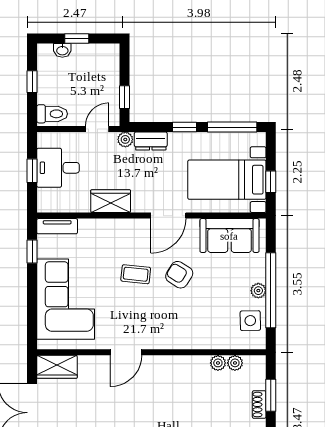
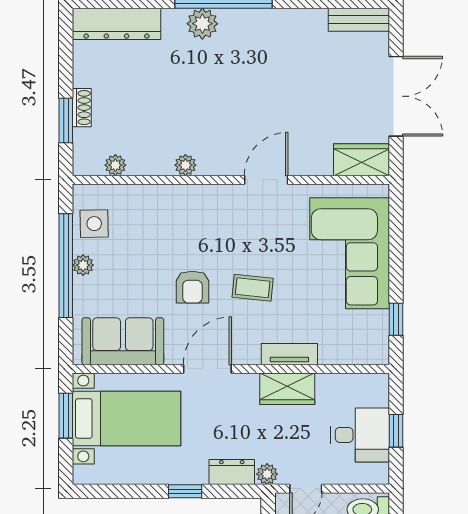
window: (232, 127) -> (119, 491), removed
window: (271, 182) -> (66, 416), width x1.50
tv unit: (57, 226) -> (289, 354), moved
armchair: (179, 275) -> (192, 287), turned 58
plant: (218, 363) -> (185, 165), moved

